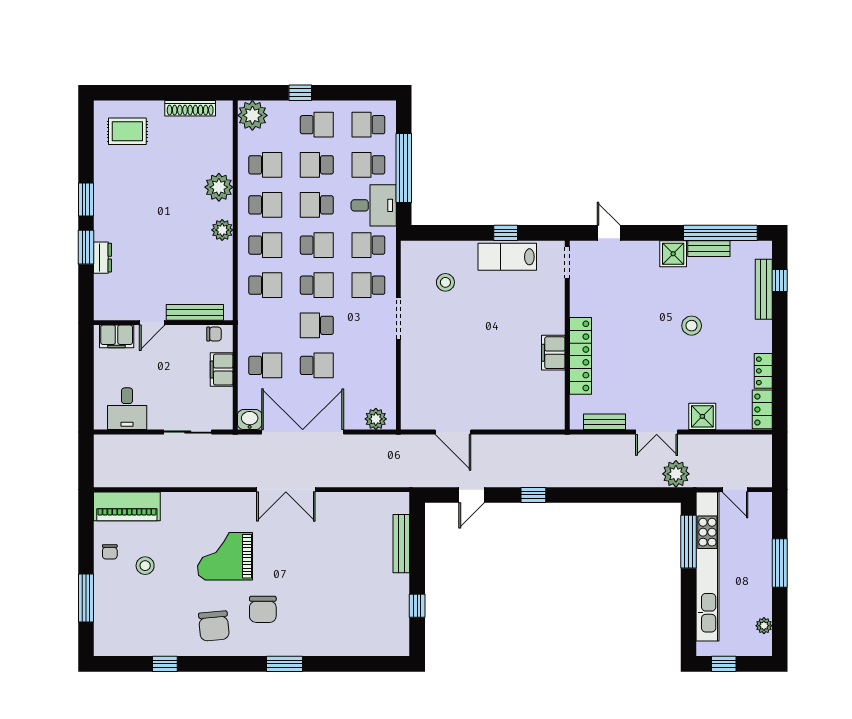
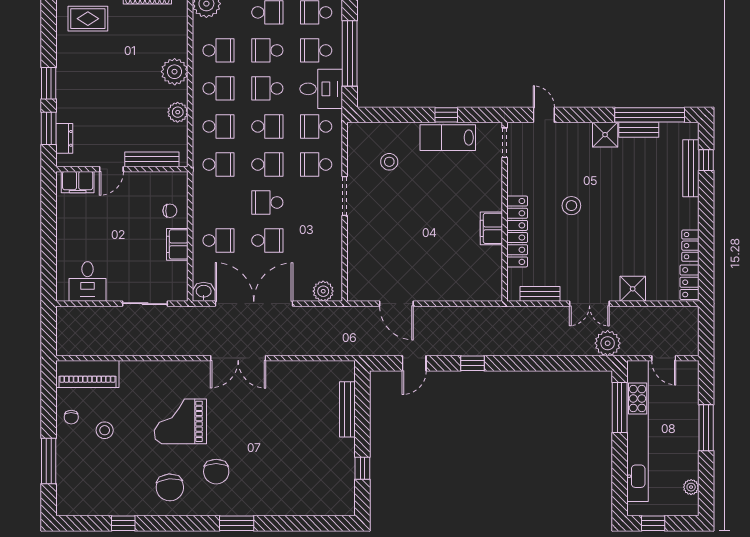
bench: (195, 312) -> (152, 159), moved
door: (152, 323) -> (111, 169), moved
wall: (163, 323) -> (122, 169), moved
stool: (692, 326) -> (571, 206), moved
filing cabinet: (117, 336) -> (78, 182), moved

